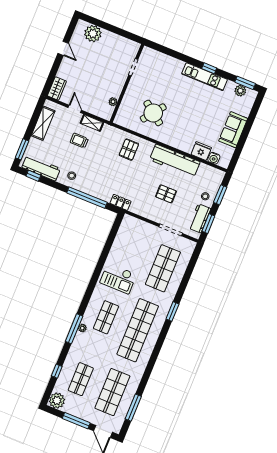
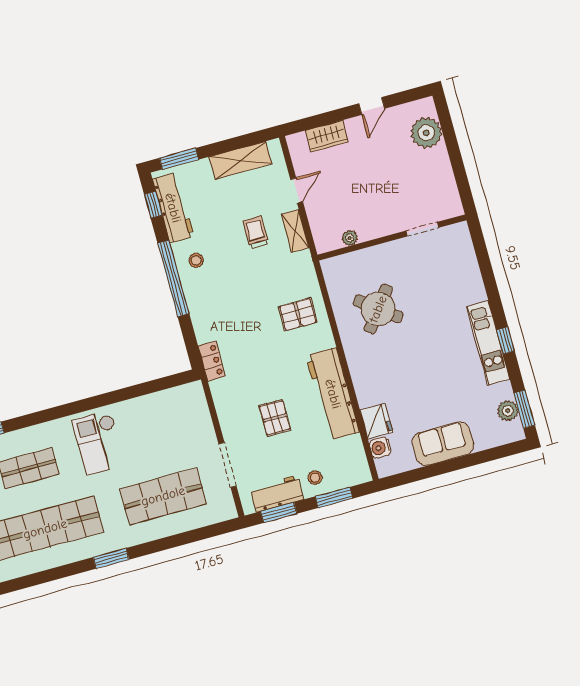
wardrobe: (57, 88) -> (327, 136), moved
window: (87, 198) -> (173, 278), moved

